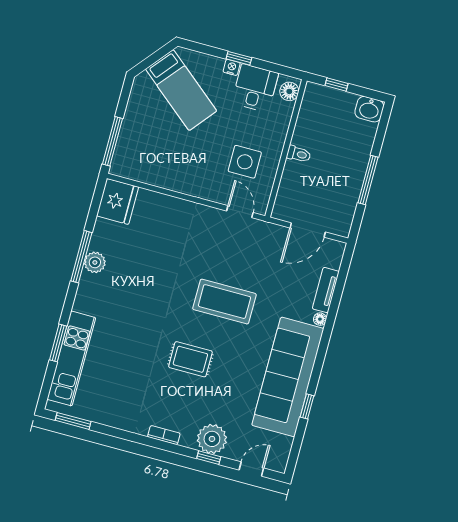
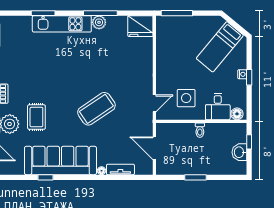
desk: (255, 88) -> (218, 107), moved, turned 90
washbasin: (369, 109) -> (239, 152), moved
window: (368, 180) -> (195, 177), width x0.69
coffee table: (224, 302) -> (96, 109), turned 56
kitchen unit: (71, 358) -> (62, 24), moved
rug: (190, 359) -> (36, 117), moved

